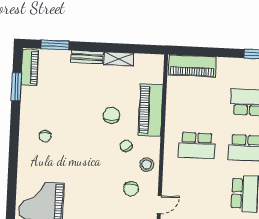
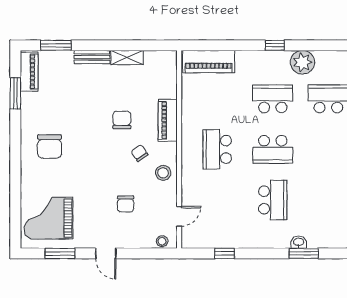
piano: (151, 110) -> (168, 120), width x0.73, depth x0.75
chair: (45, 136) -> (50, 147), width x1.87, depth x1.87
school desk: (197, 146) -> (217, 149), turned 90
chair: (131, 189) -> (126, 204), moved

